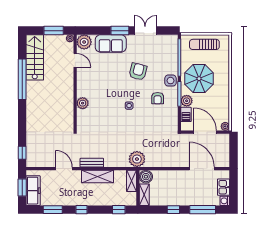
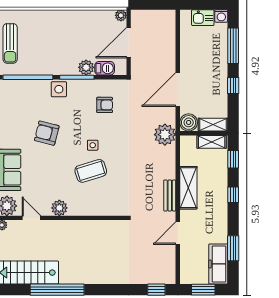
door: (75, 60) -> (32, 218), hinge flipped
parasol: (199, 79) -> (56, 51), removed
armchair: (158, 98) -> (105, 105), moved
plant: (83, 103) -> (59, 208), moved
coffee table: (110, 104) -> (91, 171), added
door: (202, 169) -> (178, 89), moved
shelving: (132, 181) -> (212, 142), moved
freezer: (33, 191) -> (218, 264), moved, turned -90
window: (81, 210) -> (233, 195), moved

